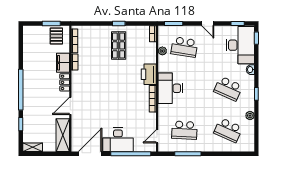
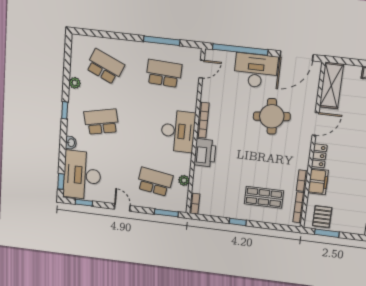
shop shelf: (119, 45) -> (264, 197), moved, turned 90
school desk: (228, 89) -> (101, 122), turned -36
round table: (103, 108) -> (272, 116), added

